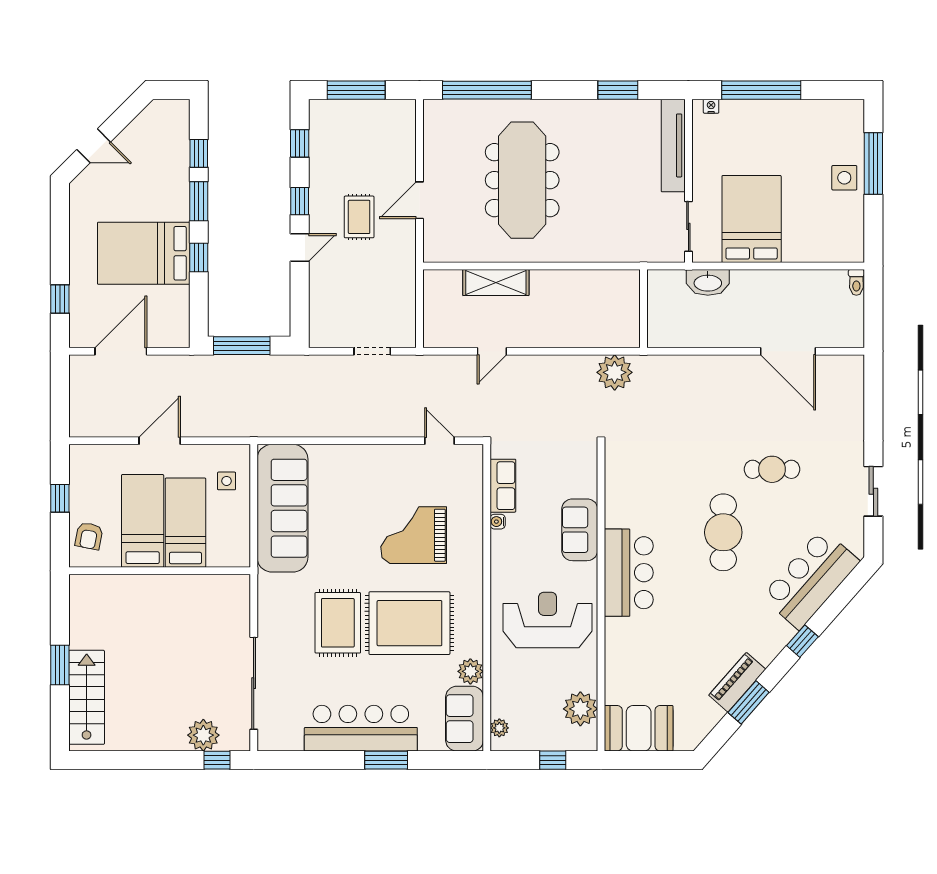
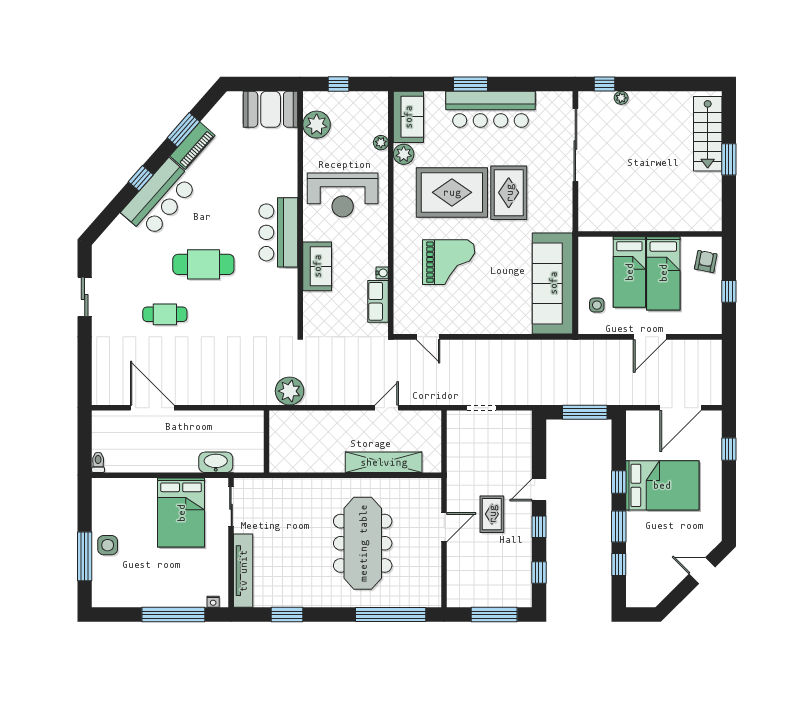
shelving: (496, 283) -> (384, 462), width x1.47
cafe table: (723, 532) -> (203, 264), turned 90
bar counter: (811, 579) -> (160, 198), moved
plant: (499, 728) -> (381, 143), moved
plant: (203, 735) -> (621, 98), width x0.53, depth x0.53

